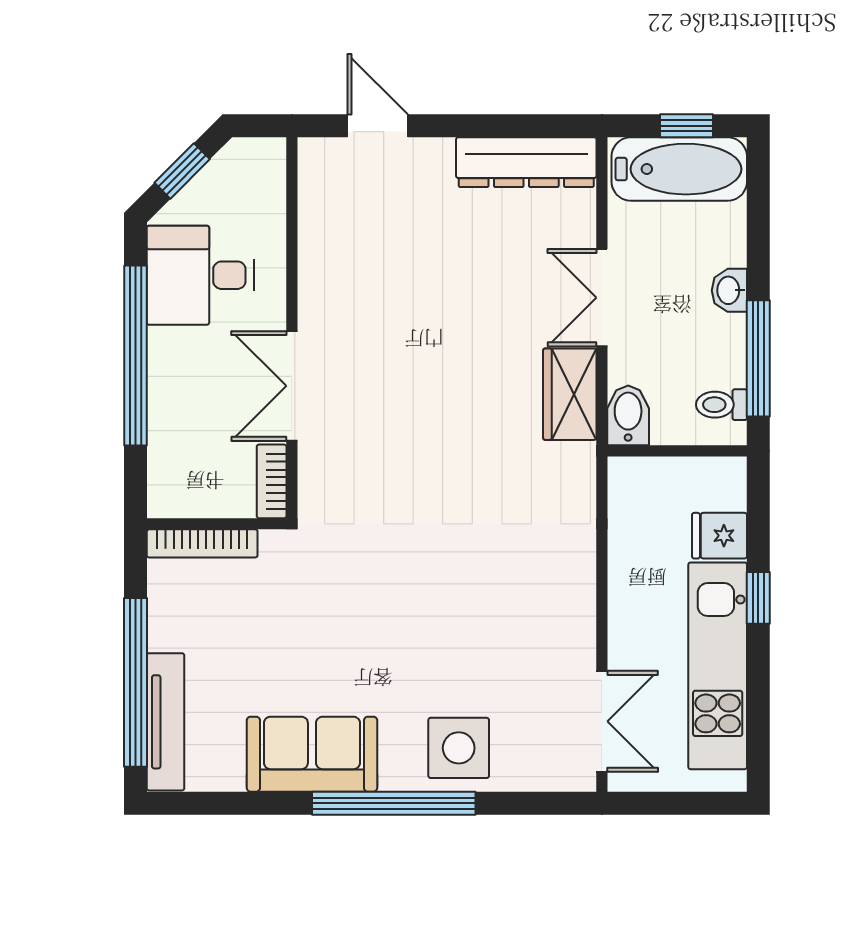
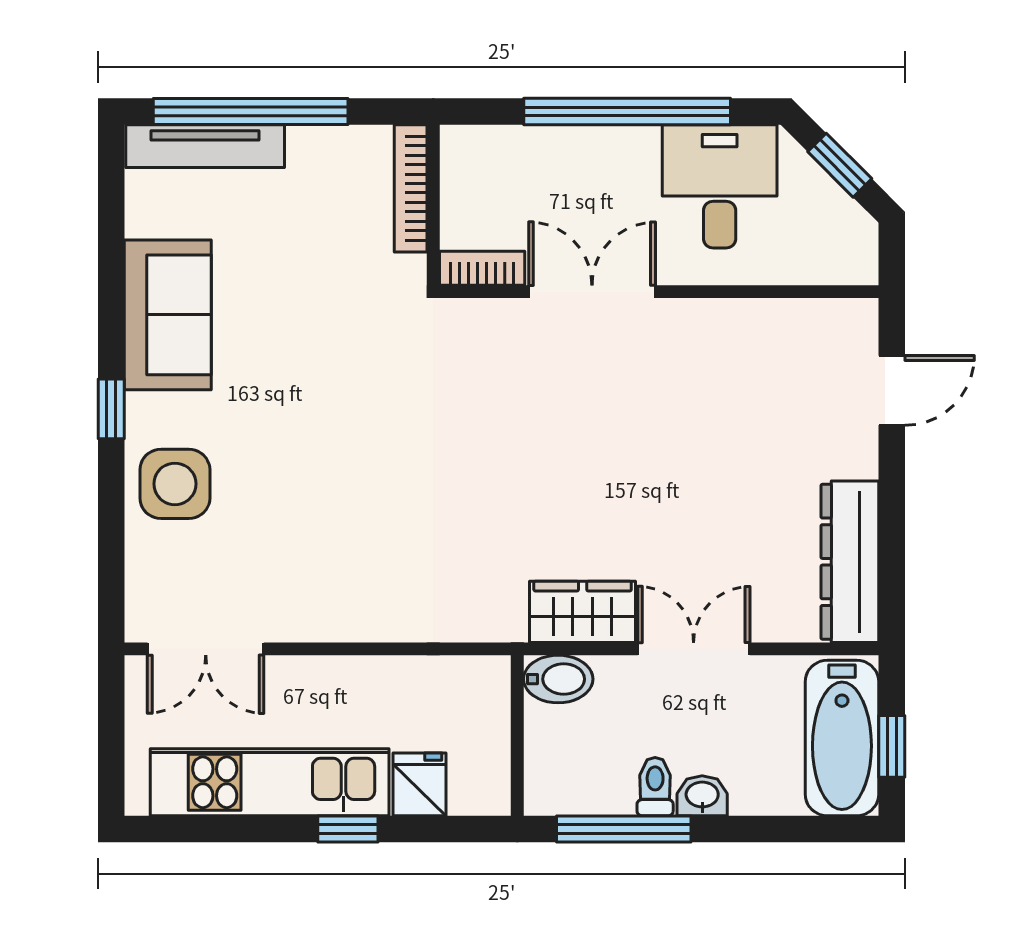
toilet: (721, 405) -> (655, 787), moved
window: (394, 803) -> (111, 409), width x0.32

